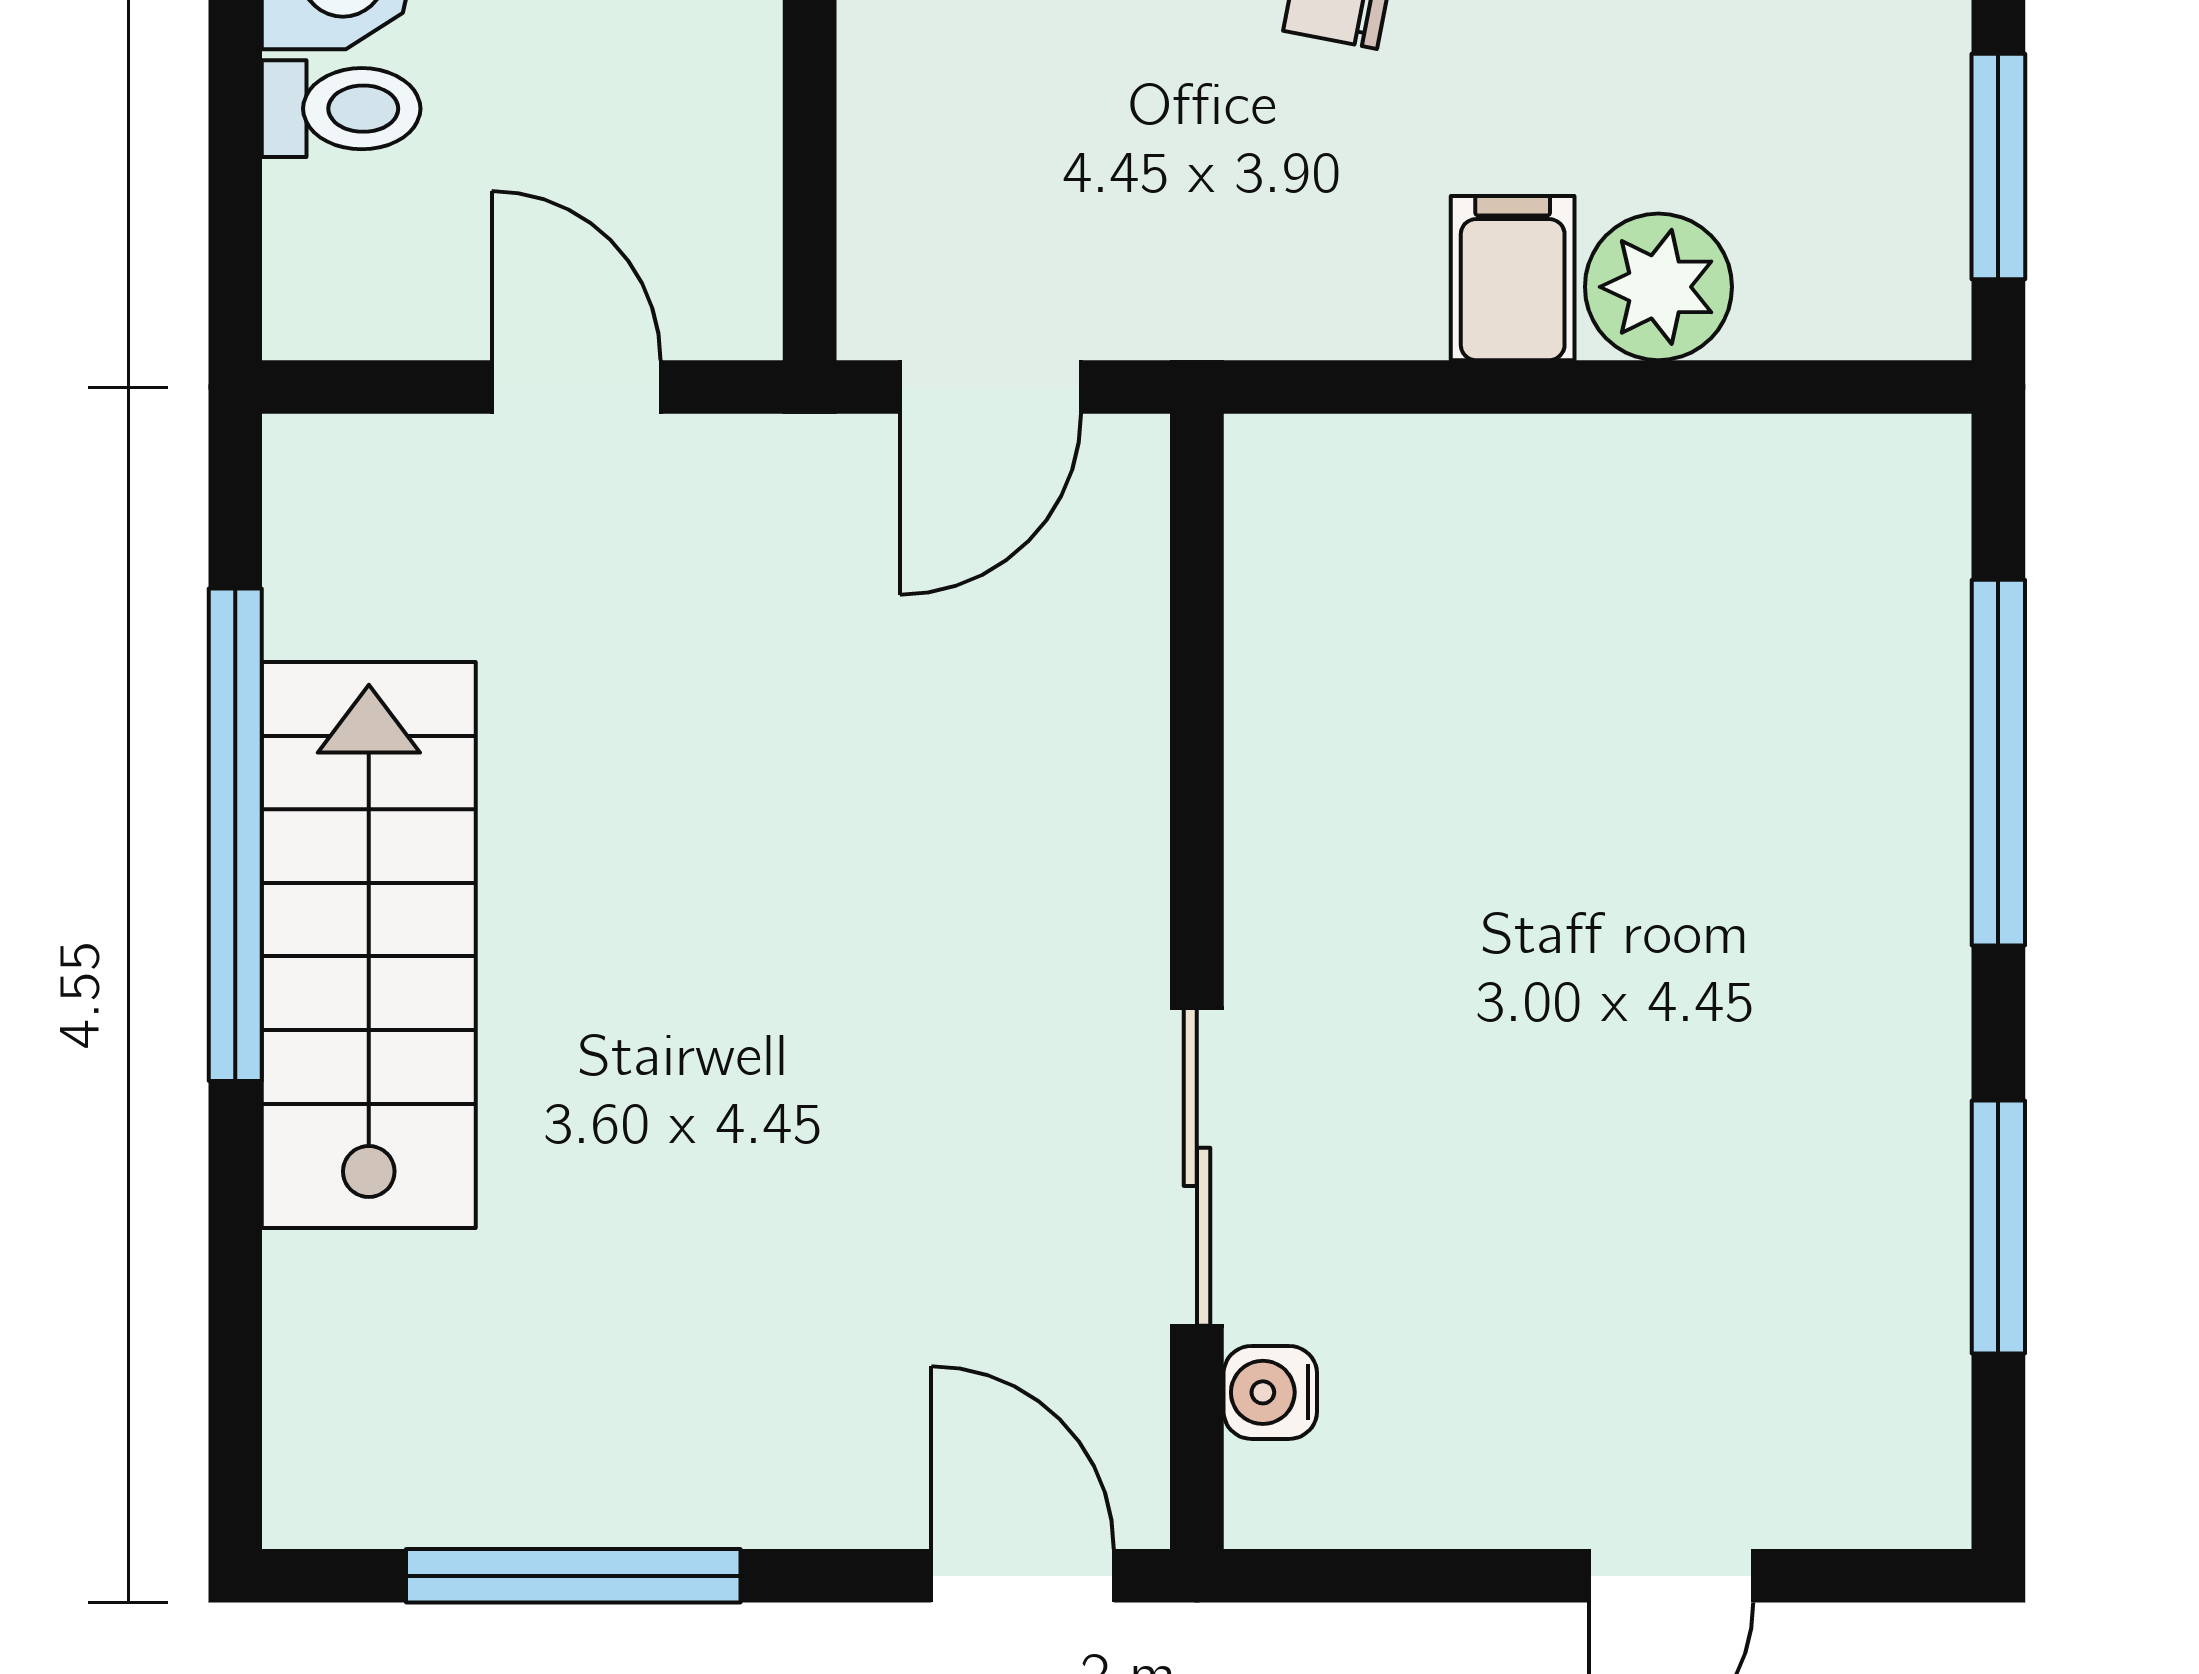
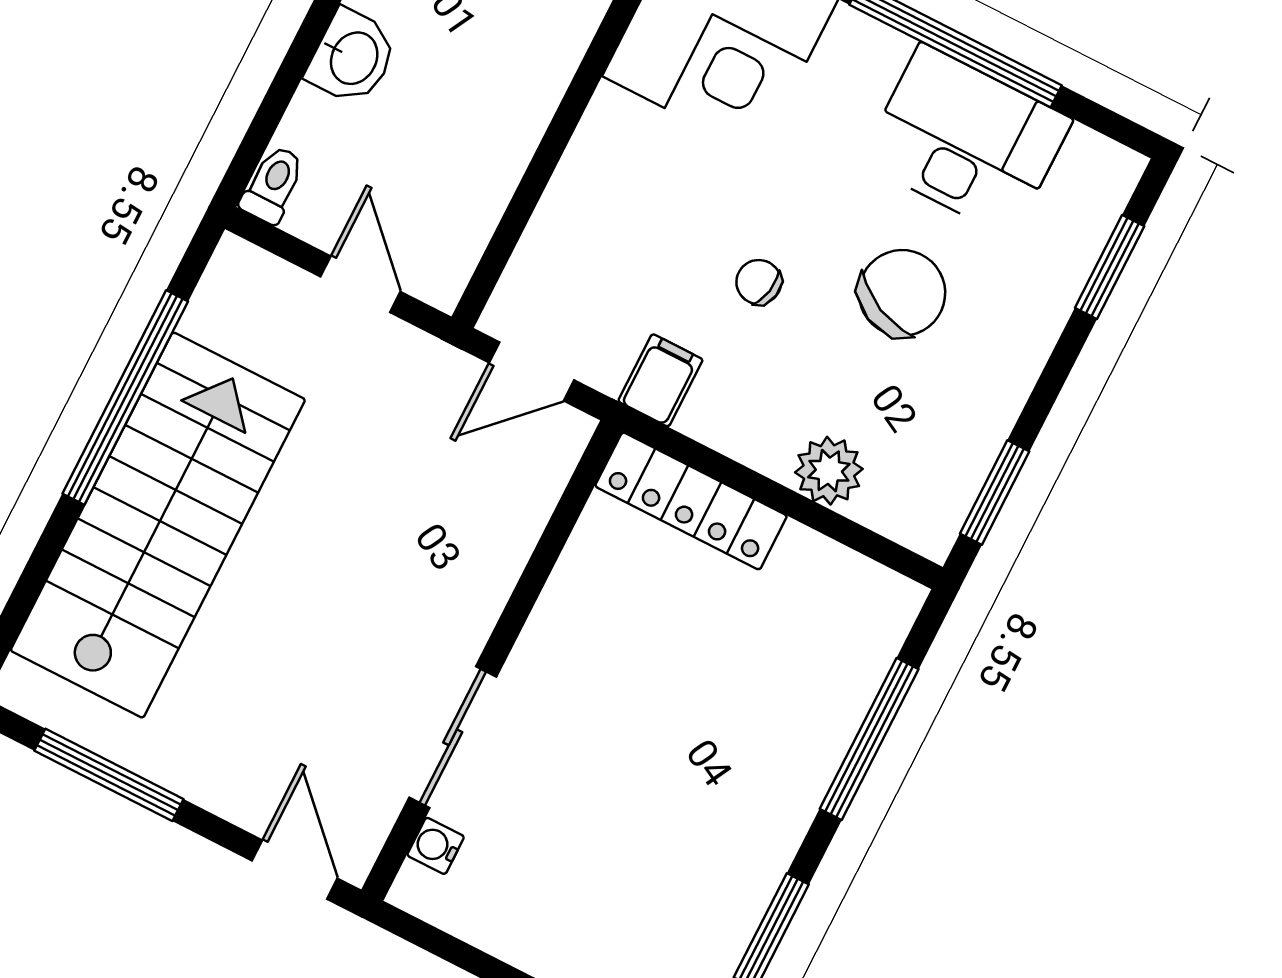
toilet: (341, 109) -> (273, 184), moved, turned -90
filing cabinet: (1513, 278) -> (660, 380), moved
locker: (1423, 480) -> (691, 501), added
stairs: (369, 945) -> (158, 525), width x1.36, depth x1.51

